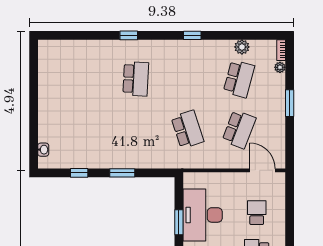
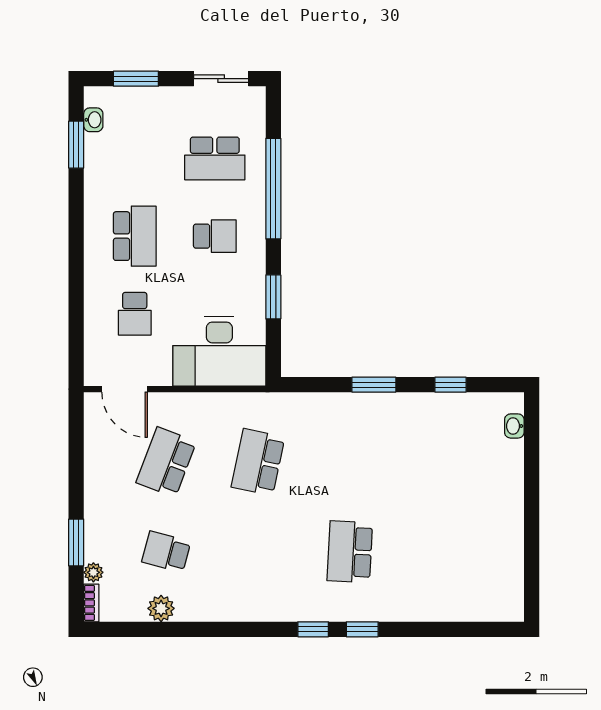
window: (192, 35) -> (313, 629), moved
school desk: (239, 79) -> (166, 552), width x0.54
window: (290, 103) -> (76, 542), moved
school desk: (187, 129) -> (258, 462), turned 30
desk: (203, 215) -> (219, 351), moved, turned 90

